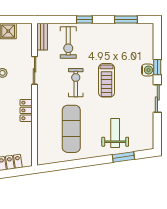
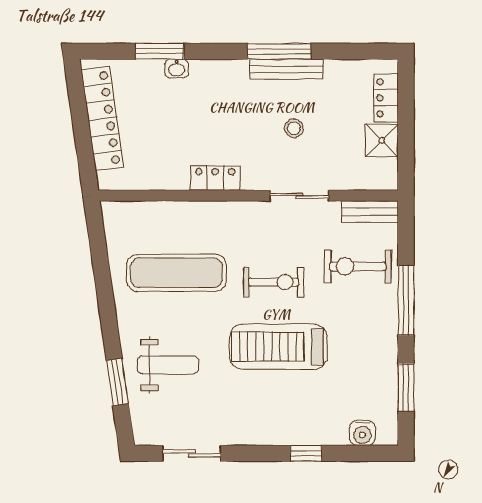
window: (84, 20) -> (406, 300), width x2.17
water cooler: (148, 70) -> (362, 433), moved
treadmill: (106, 80) -> (278, 347), width x1.37, depth x1.38
sliding door: (157, 99) -> (192, 453), moved

